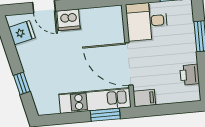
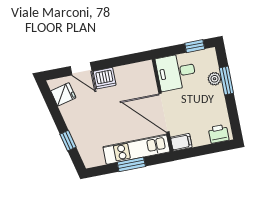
plant: (188, 33) -> (215, 79), added
printer: (190, 75) -> (219, 134), moved, turned 90
window: (105, 115) -> (131, 164), moved

